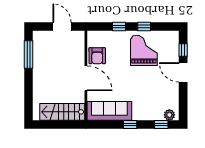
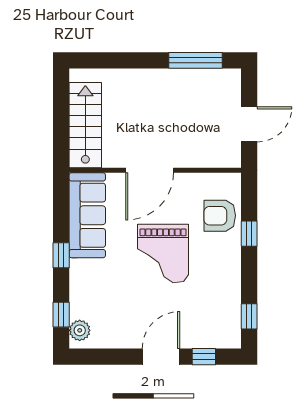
window: (144, 26) -> (249, 316), moved
grand piano: (144, 50) -> (163, 253), moved, turned 90
armchair: (97, 56) -> (220, 216), moved

